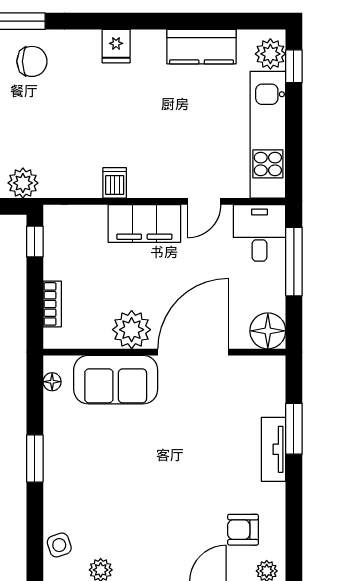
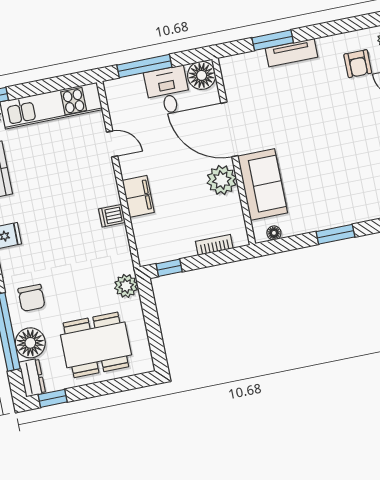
chair: (32, 61) -> (31, 298), turned 180
filing cabinet: (144, 224) -> (138, 196), width x0.67, depth x0.86
desk: (260, 233) -> (168, 90), moved, turned 90

